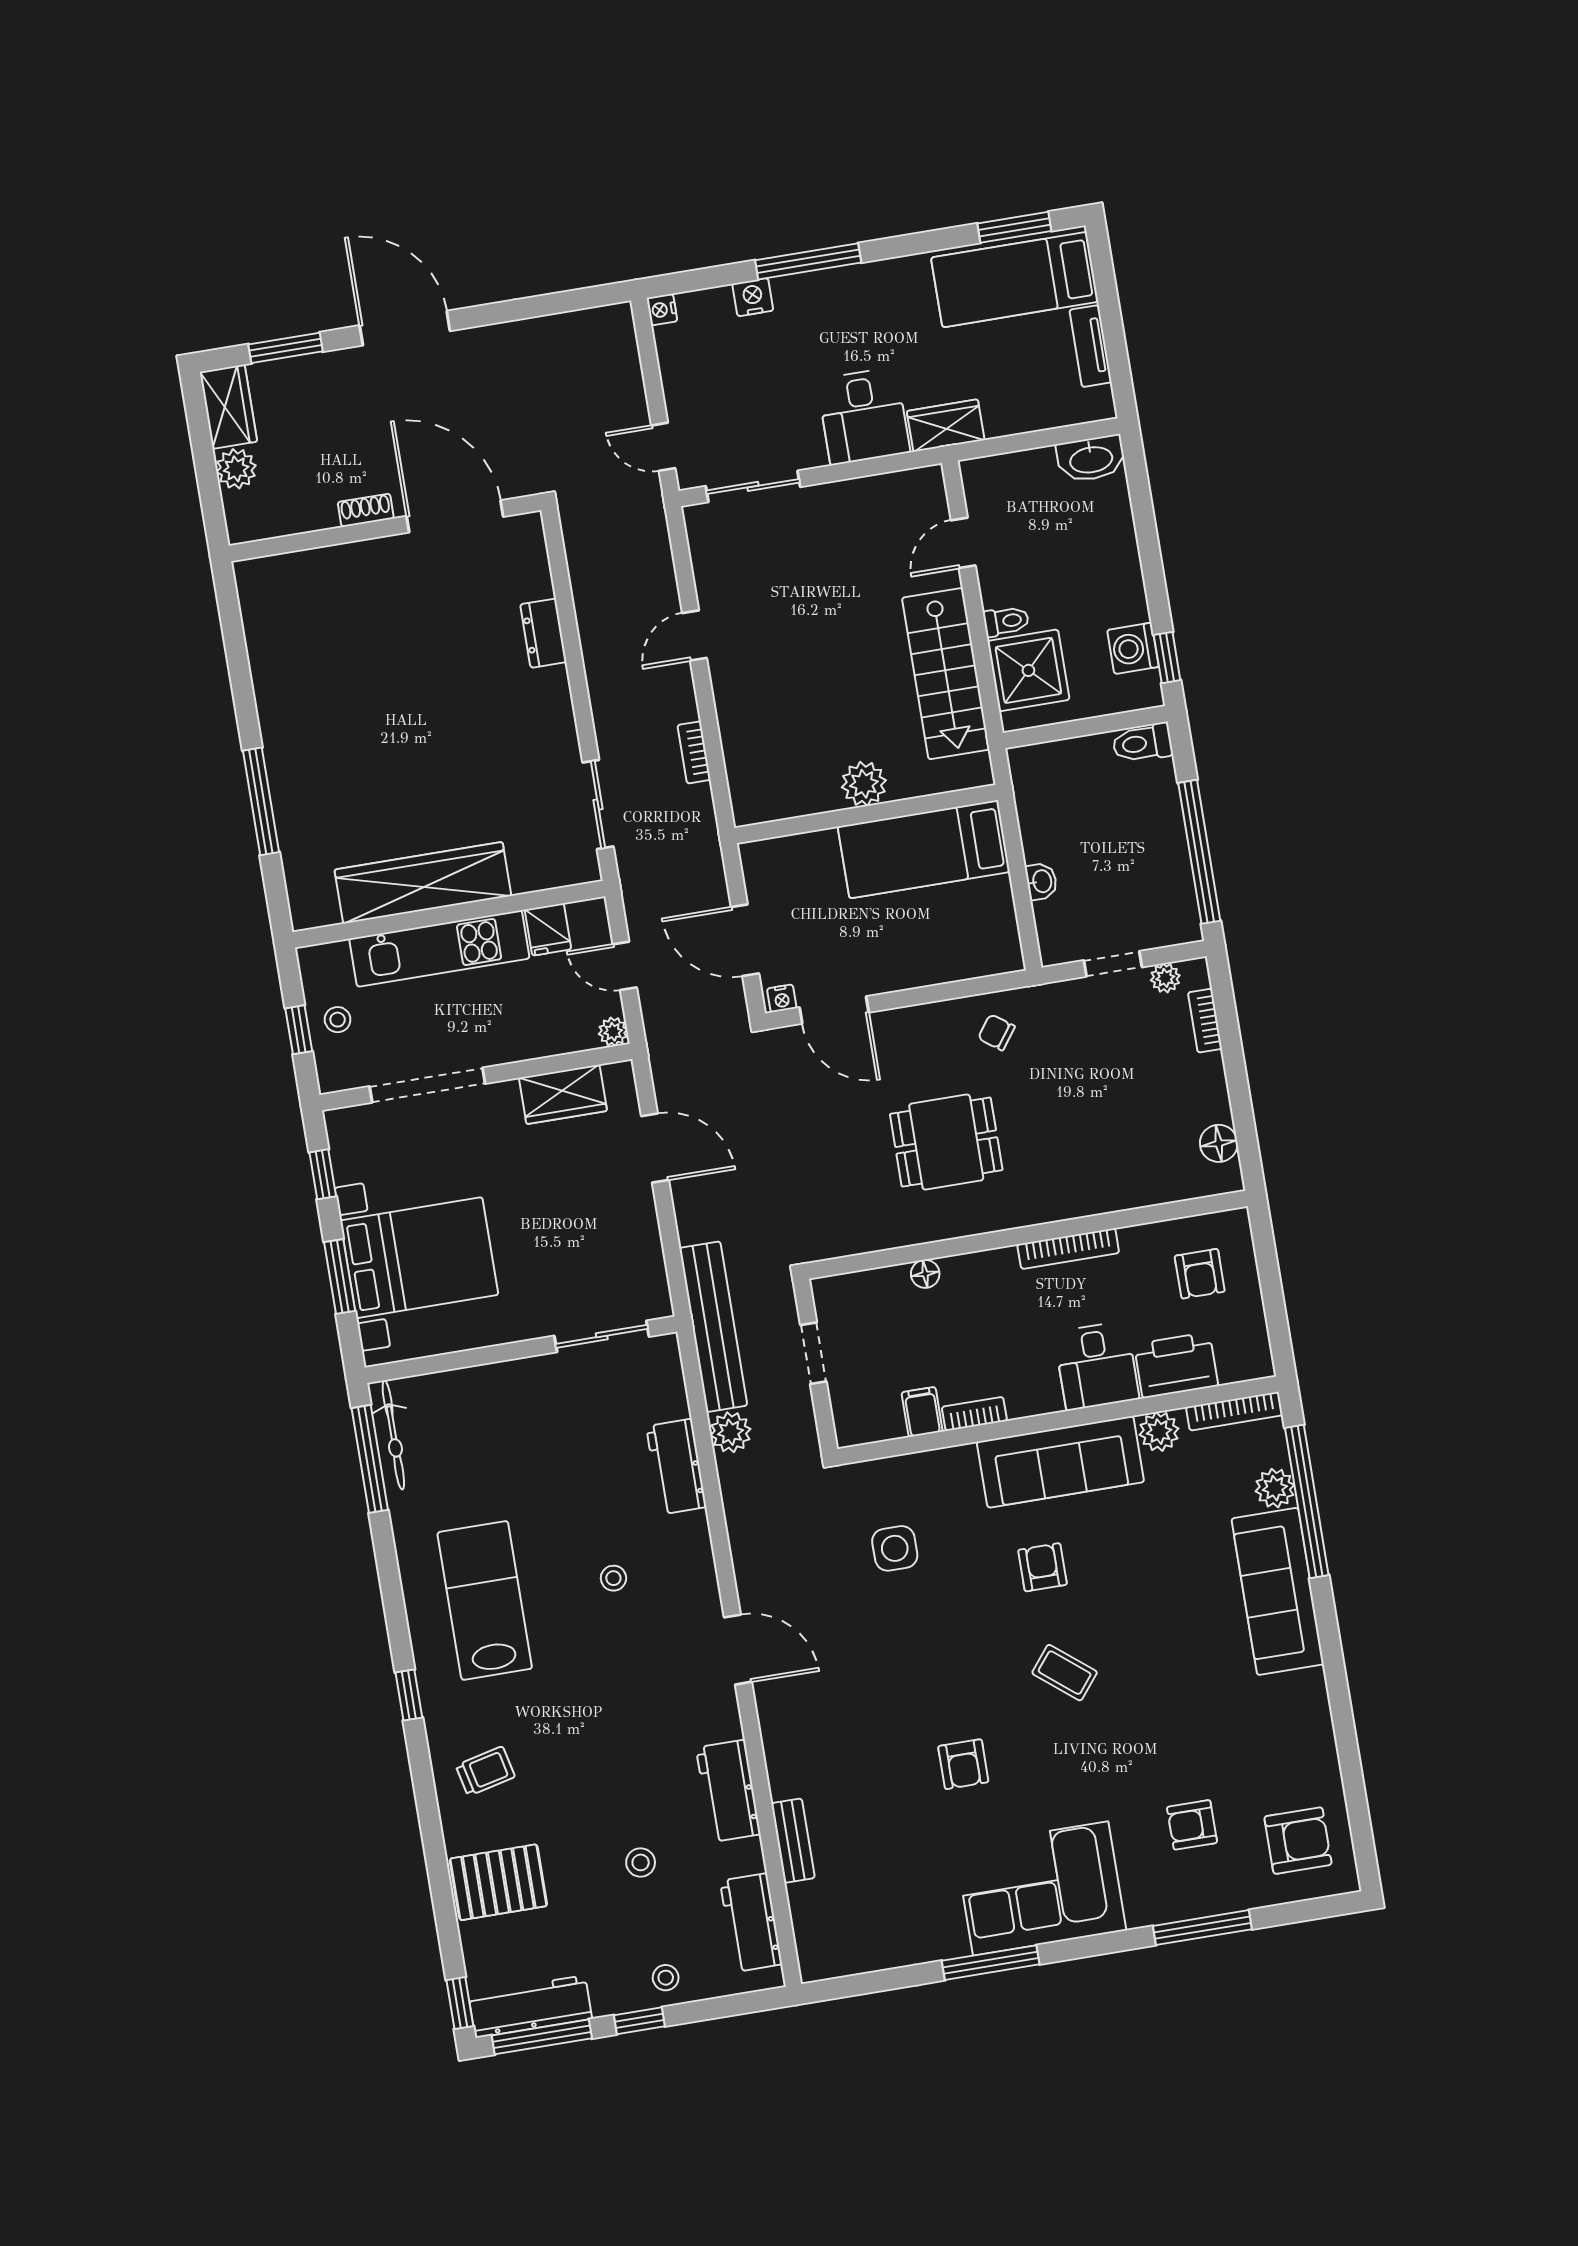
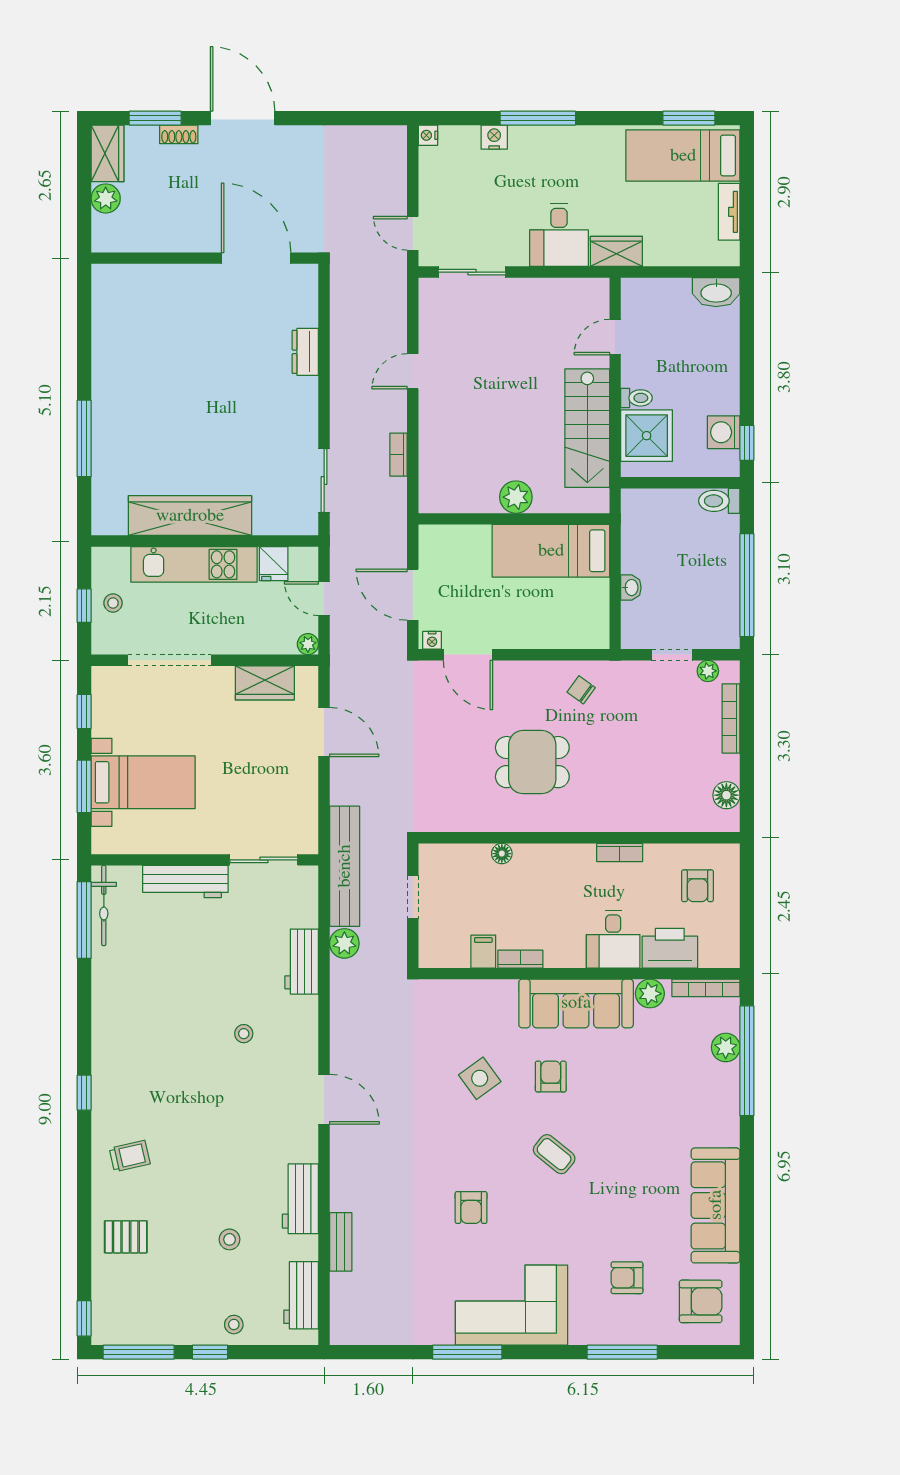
shoe rack: (366, 510) -> (179, 134), moved, turned 180
bookcase: (1205, 1021) -> (731, 719), width x1.56
bookcase: (1068, 1249) -> (620, 852), width x0.64
bed with nightstands: (419, 1258) -> (143, 782), width x0.73
side table: (895, 1548) -> (480, 1078), moved, turned -36
sofa: (1278, 1591) -> (716, 1205), moved
lab bench: (485, 1600) -> (149, 1034), removed
pallet: (498, 1882) -> (126, 1237), width x0.67, depth x0.71
workbench: (530, 2007) -> (185, 882), moved, turned 180

